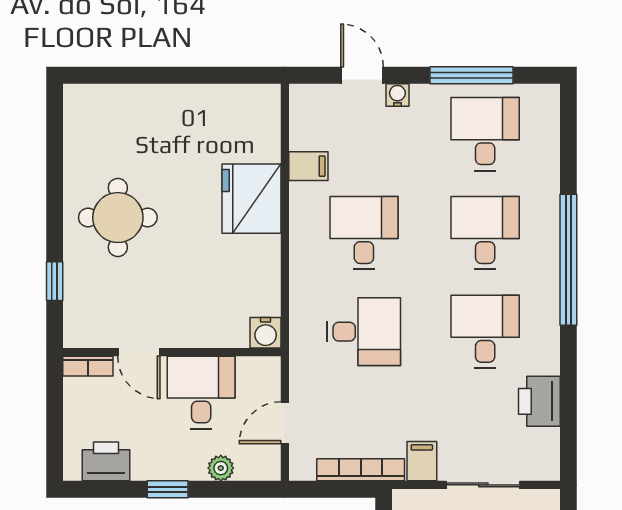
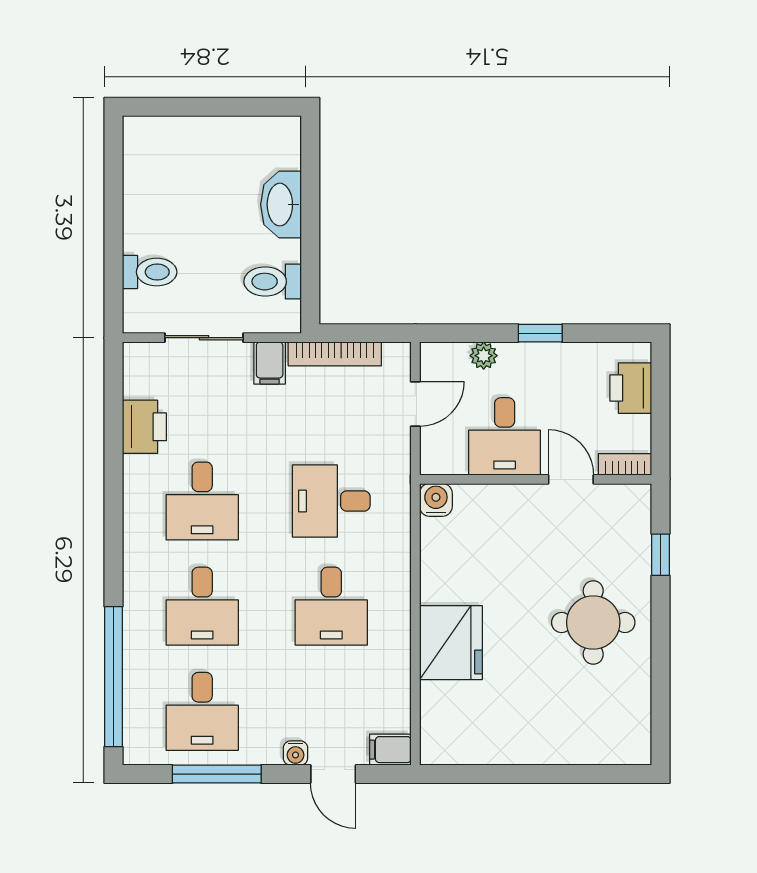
filing cabinet: (308, 166) -> (390, 750), moved
window: (568, 260) -> (113, 677), moved
printer: (106, 461) -> (631, 388), moved, turned 90

